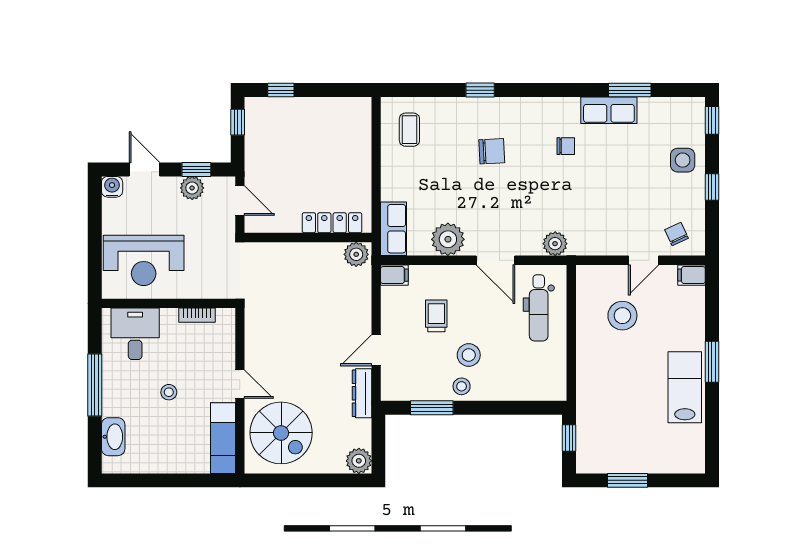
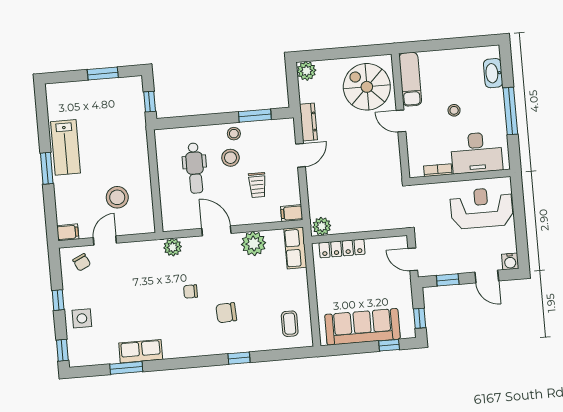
sofa: (314, 117) -> (362, 327), added
chair: (566, 146) -> (191, 291), moved
plant: (192, 188) -> (450, 266), removed
dental chair: (539, 308) -> (195, 168), moved, turned 180
desk: (135, 334) -> (476, 153), width x1.37

